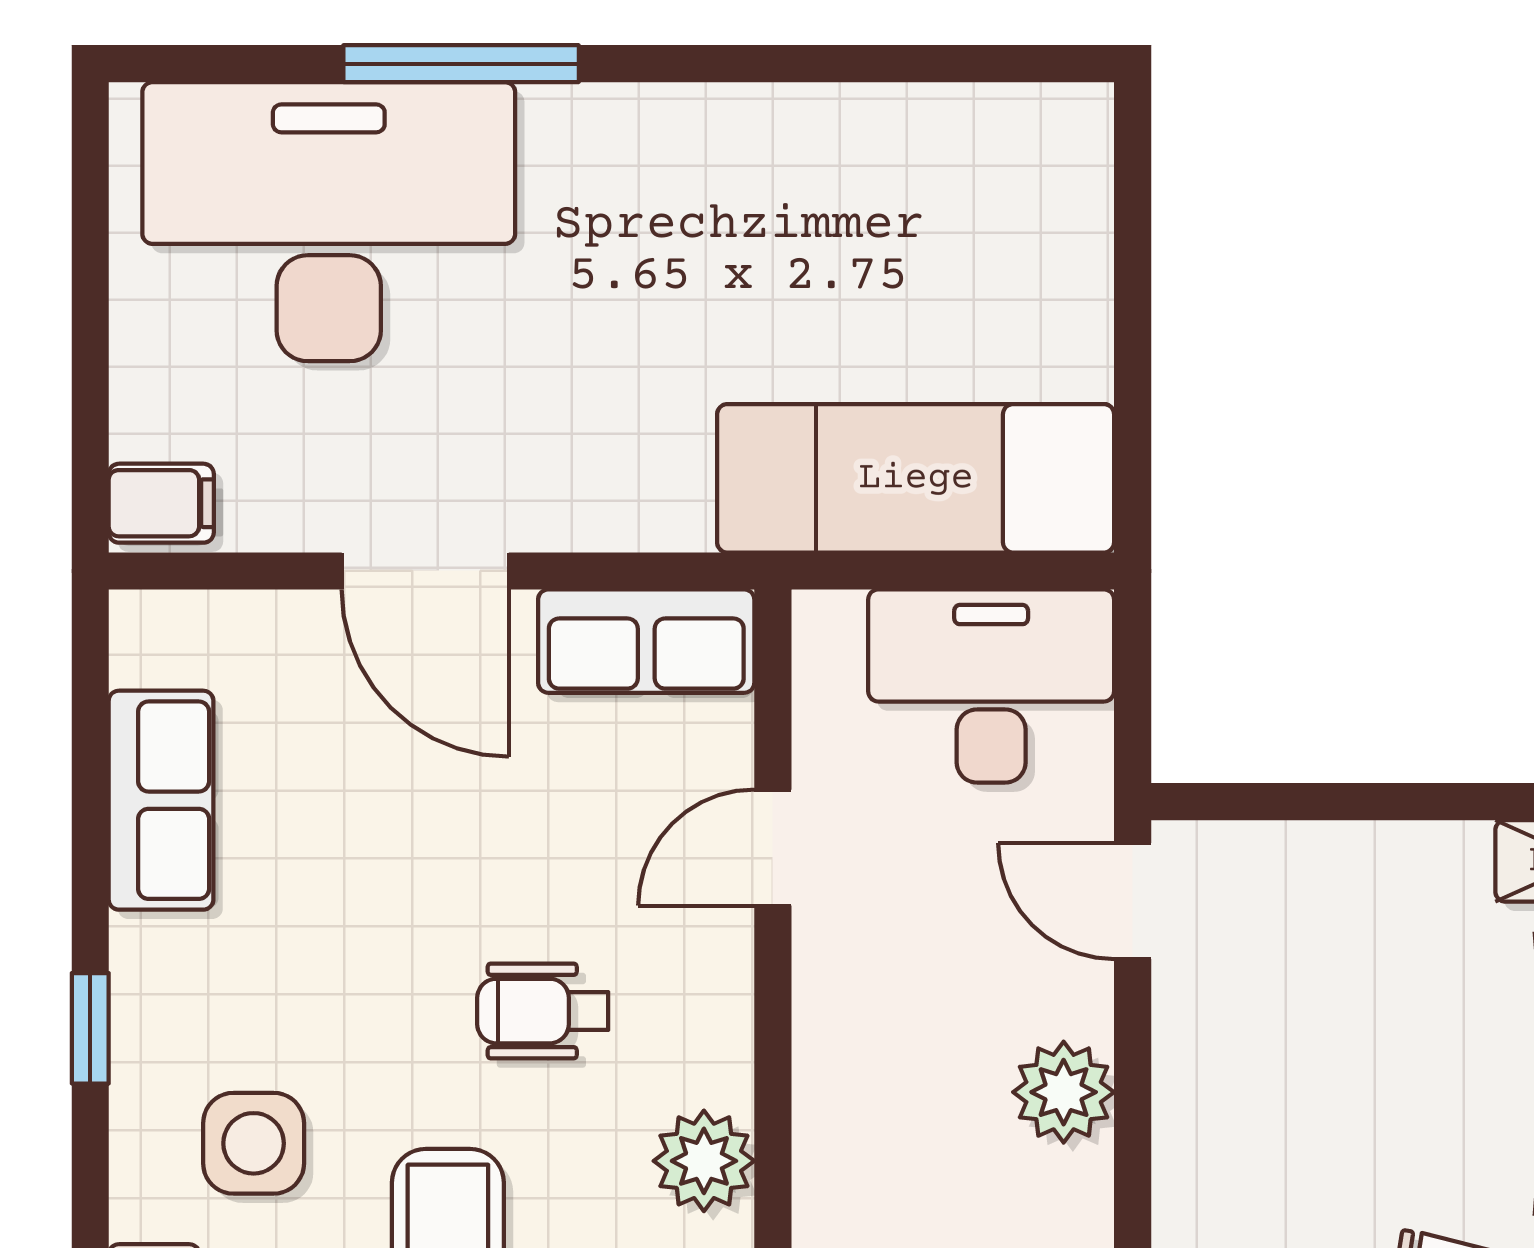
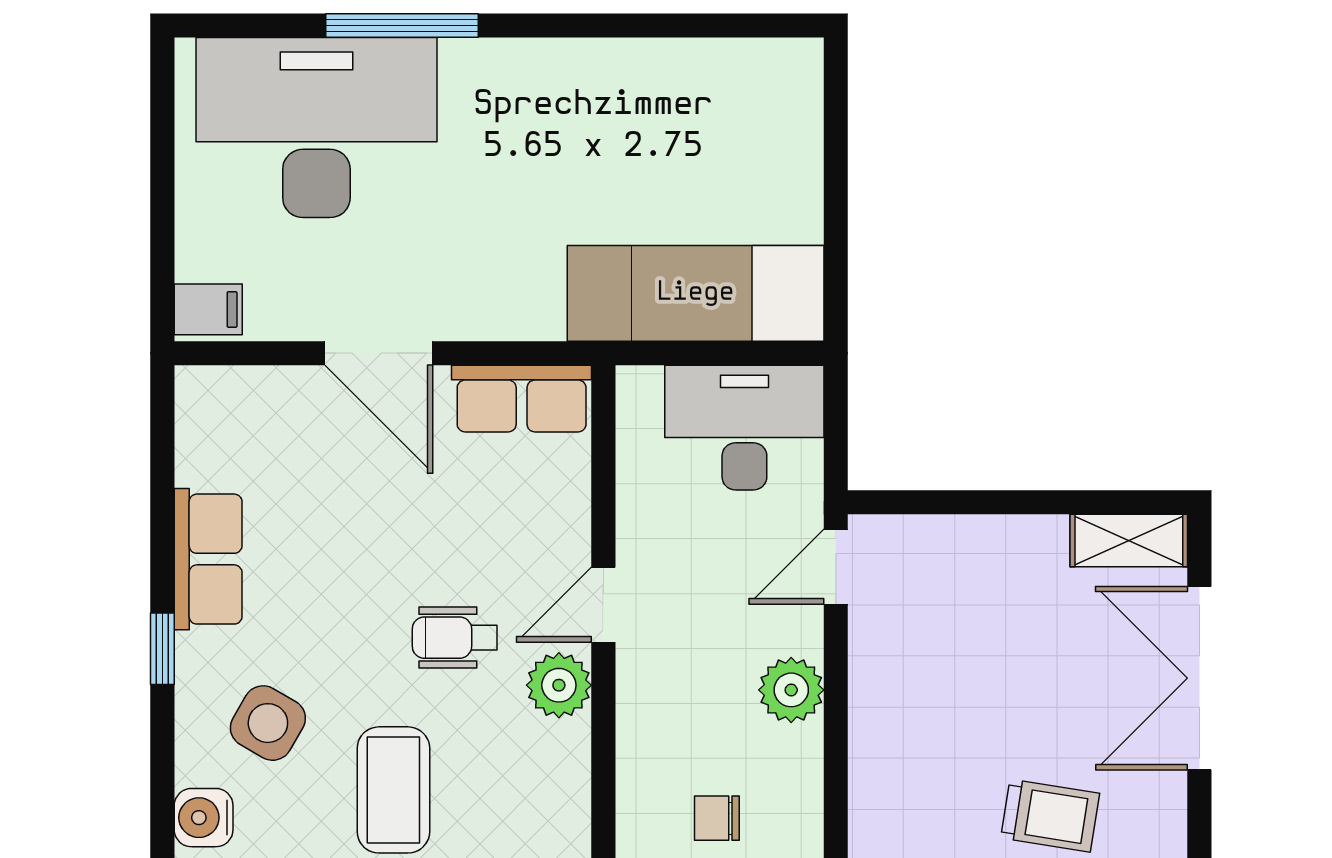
row of seats: (161, 800) -> (208, 559), moved
door: (773, 848) -> (603, 605), moved
door: (1133, 901) -> (836, 567), hinge flipped
side table: (254, 1143) -> (268, 723), turned 30
plant: (704, 1161) -> (559, 685), moved

